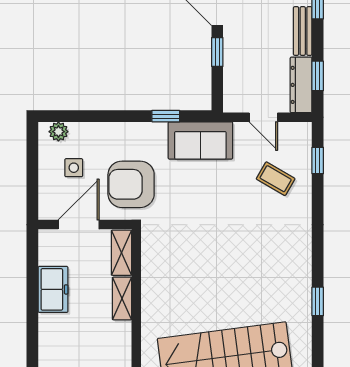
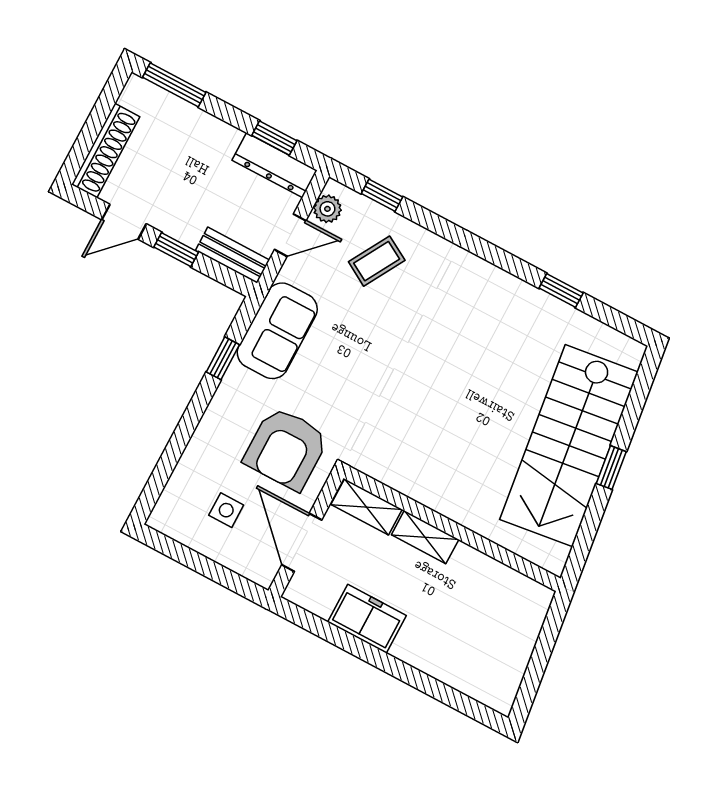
bench: (303, 31) -> (233, 255), moved
plant: (58, 132) -> (327, 209), moved

